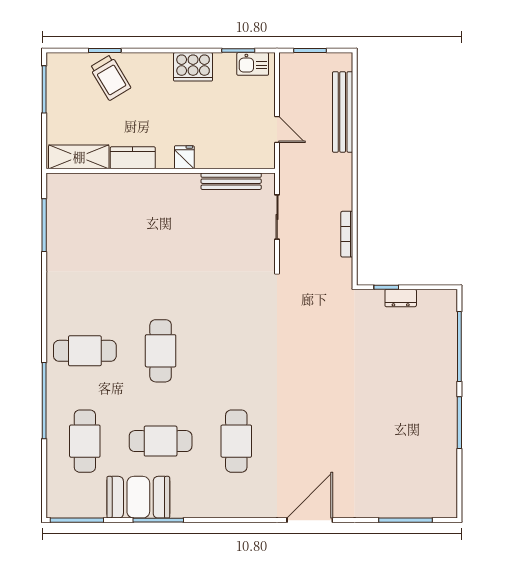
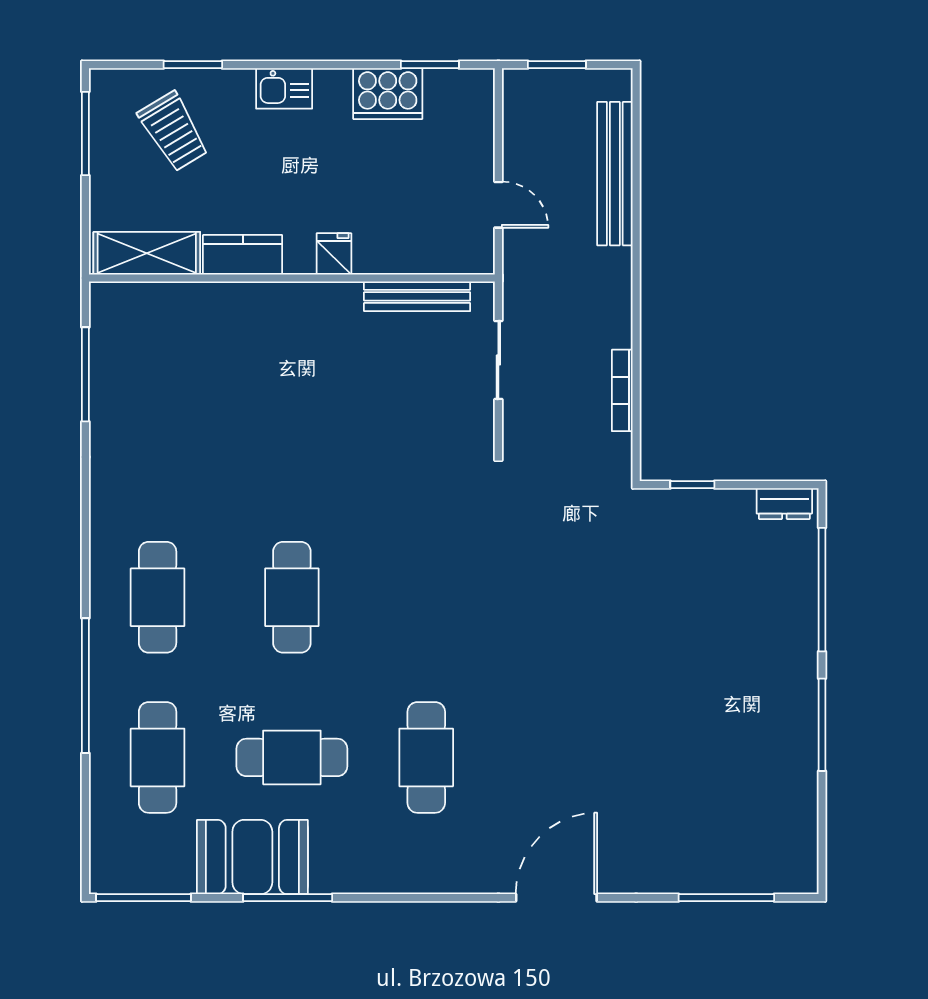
kitchen sink: (253, 64) -> (284, 88), moved
cooker: (193, 67) -> (388, 94), moved
trolley: (110, 78) -> (173, 131), moved
dresser: (401, 298) -> (784, 504), moved
cafe table: (85, 351) -> (158, 597), turned 90

